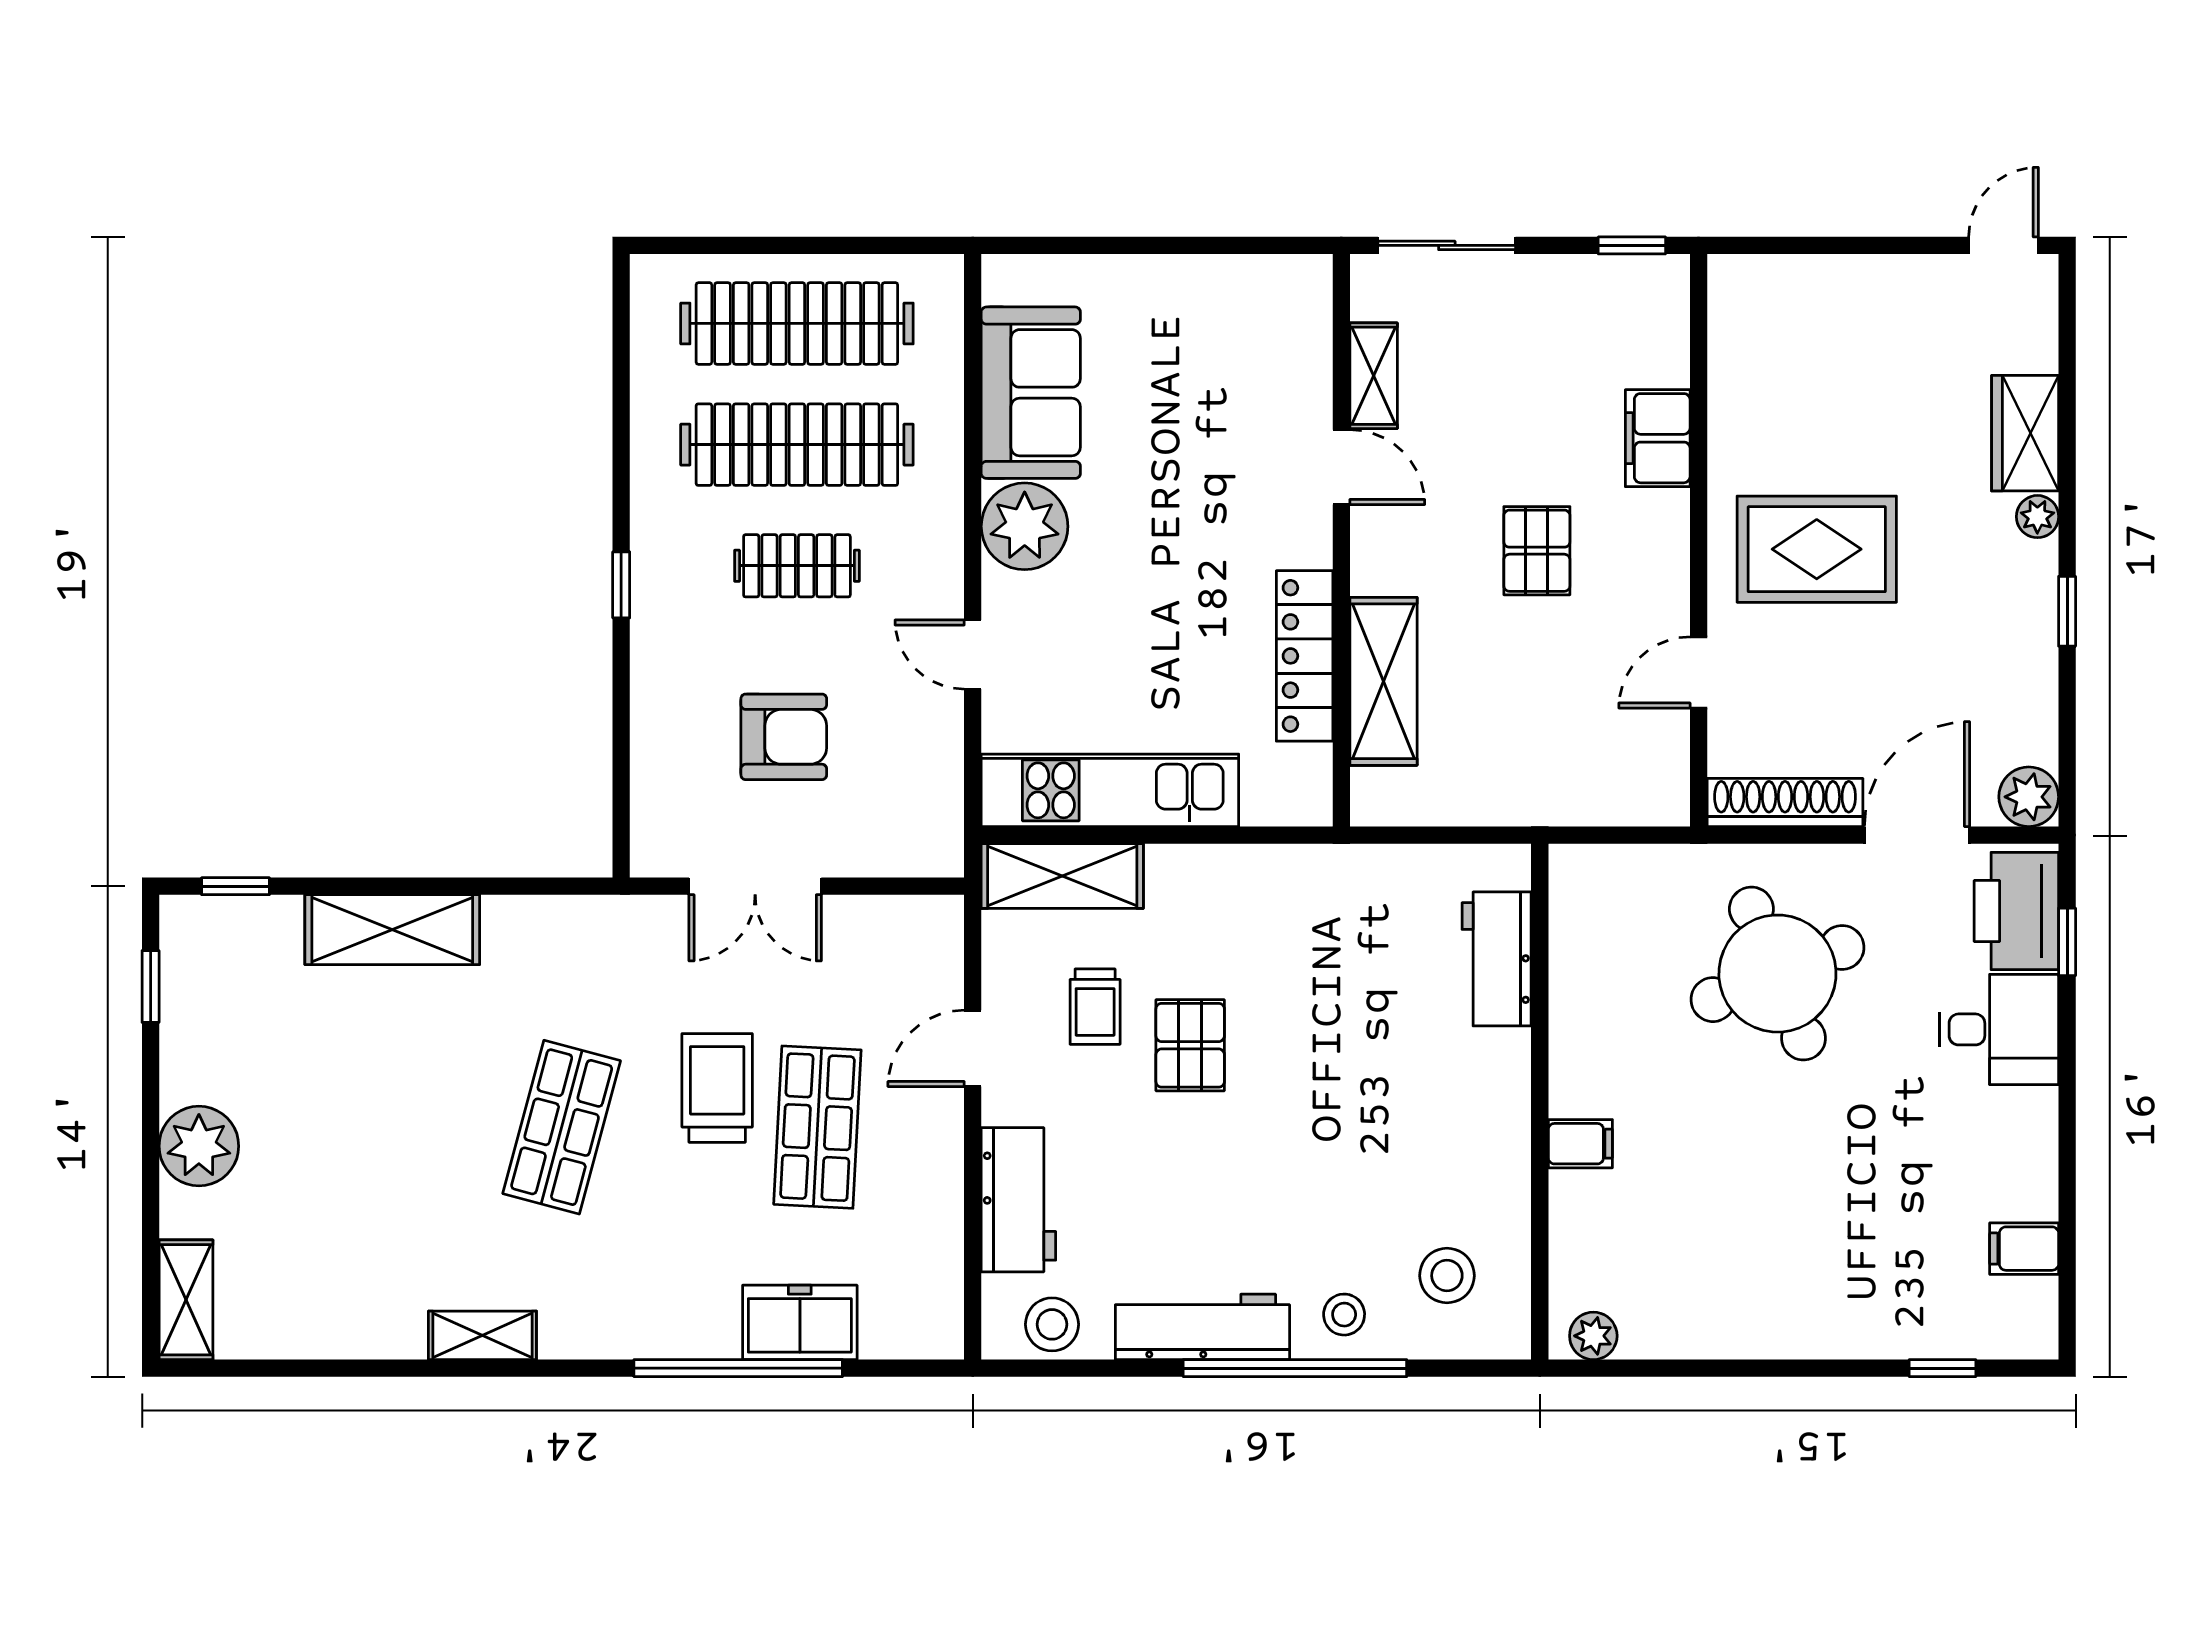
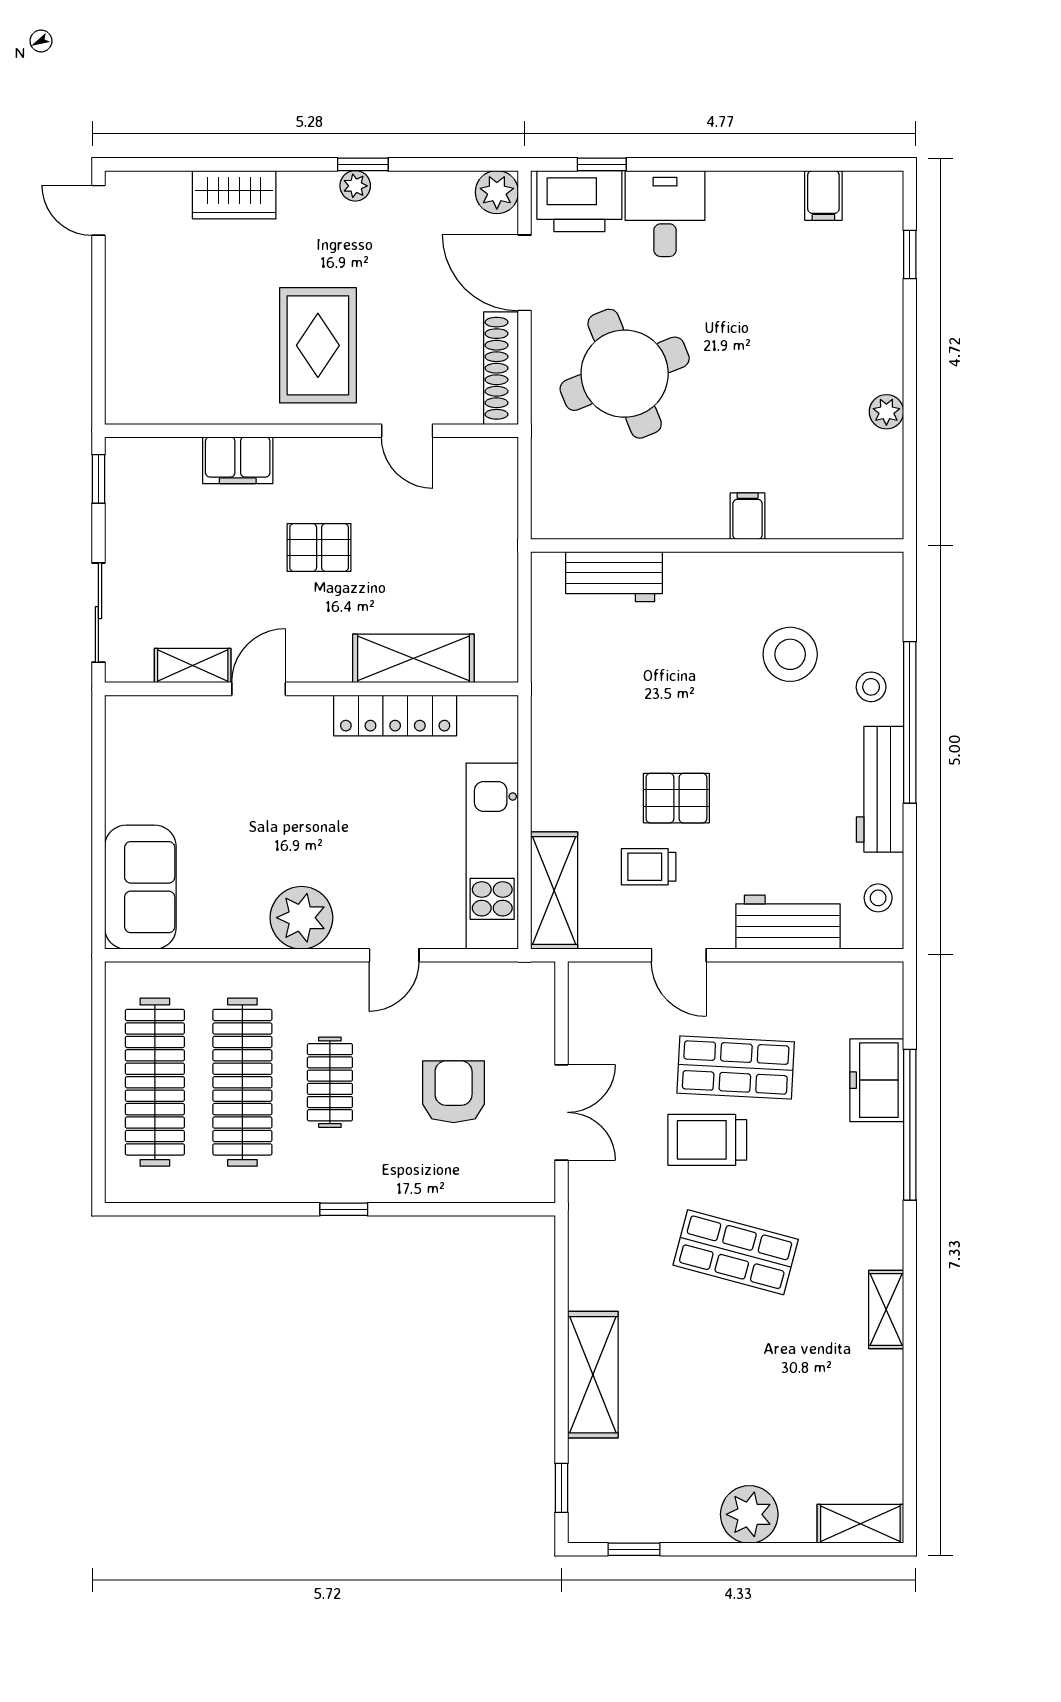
sofa: (1031, 393) -> (140, 887), moved, turned 90
plant: (2037, 517) -> (355, 186), moved
trolley: (1095, 1007) -> (649, 867), turned 180
stool: (1447, 1276) -> (790, 654), moved, width x1.38, depth x1.38
stool: (1052, 1324) -> (878, 898), width x0.73, depth x0.73
plant: (1593, 1336) -> (886, 412), moved

